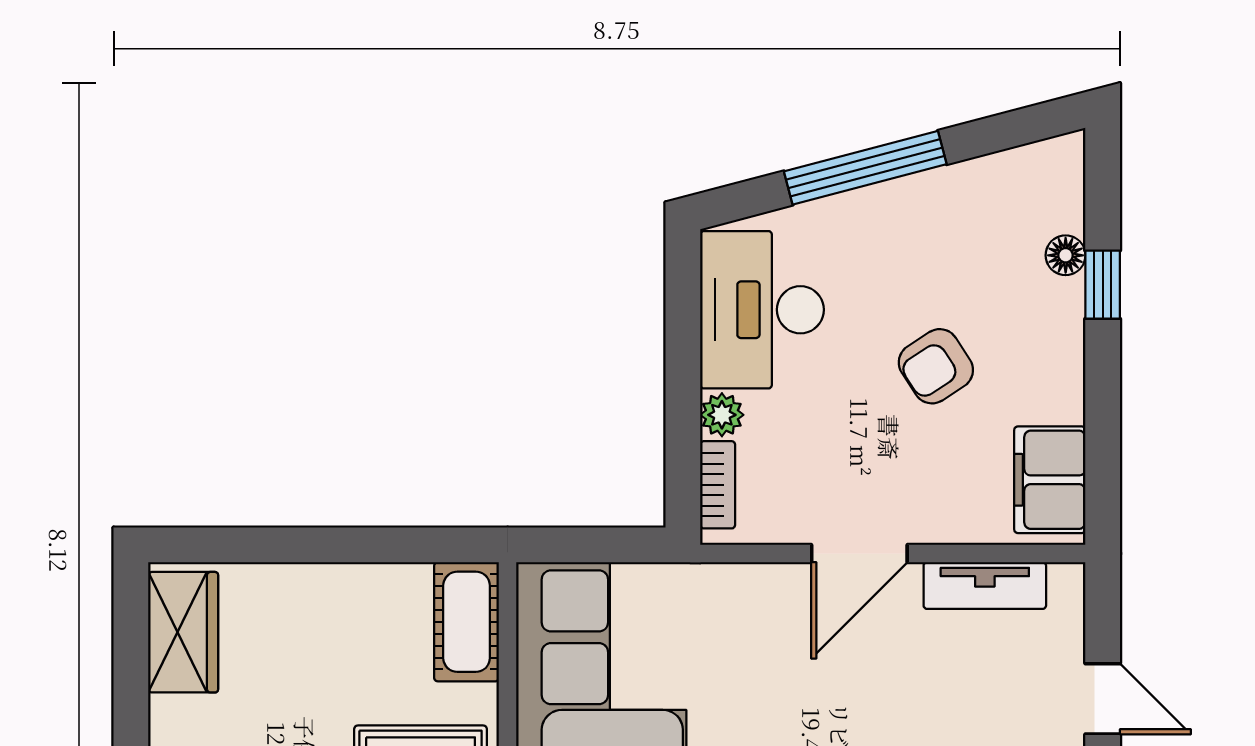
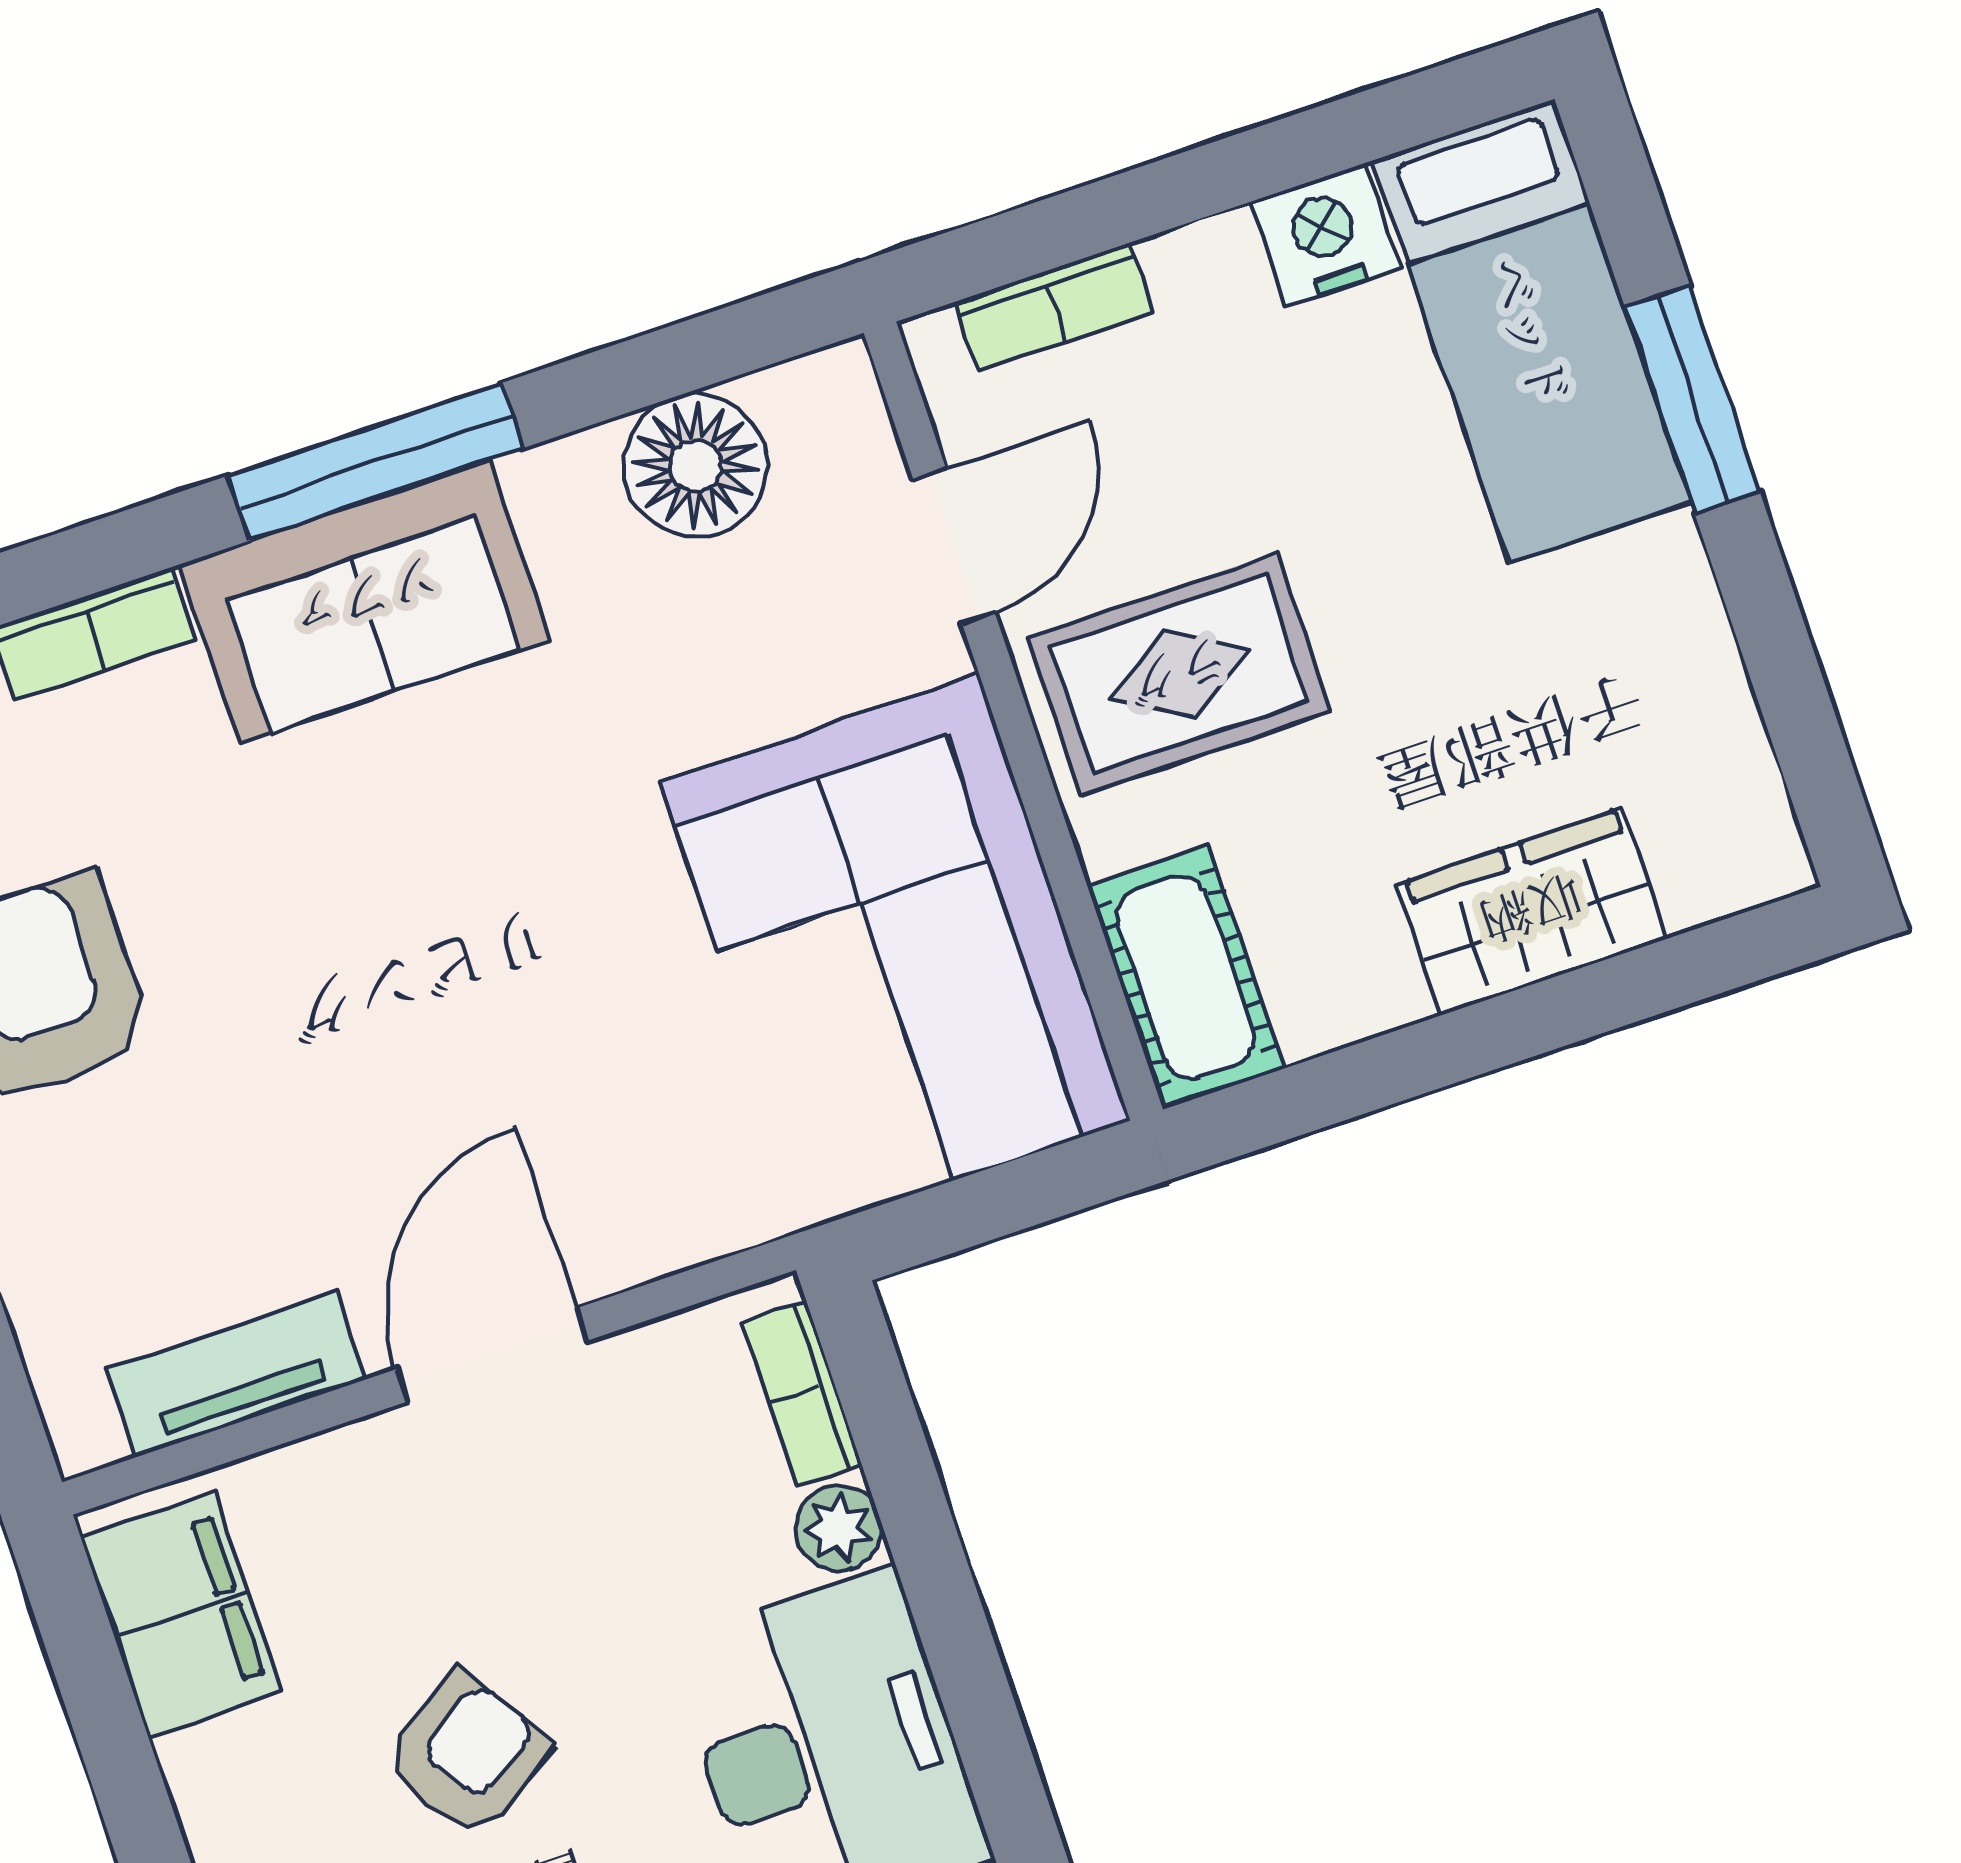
wardrobe: (183, 632) -> (1532, 911), moved, turned 90

